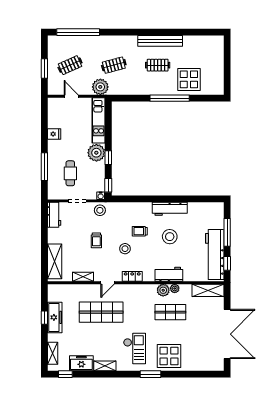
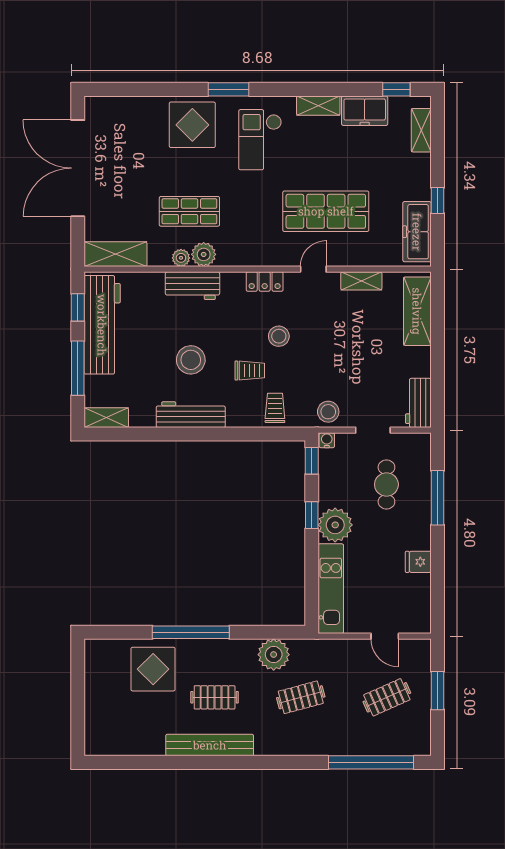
plant: (100, 87) -> (274, 655), moved
shelving: (213, 207) -> (106, 418), added
trolley: (96, 240) -> (275, 408), moved
freezer: (55, 317) -> (417, 232), moved

